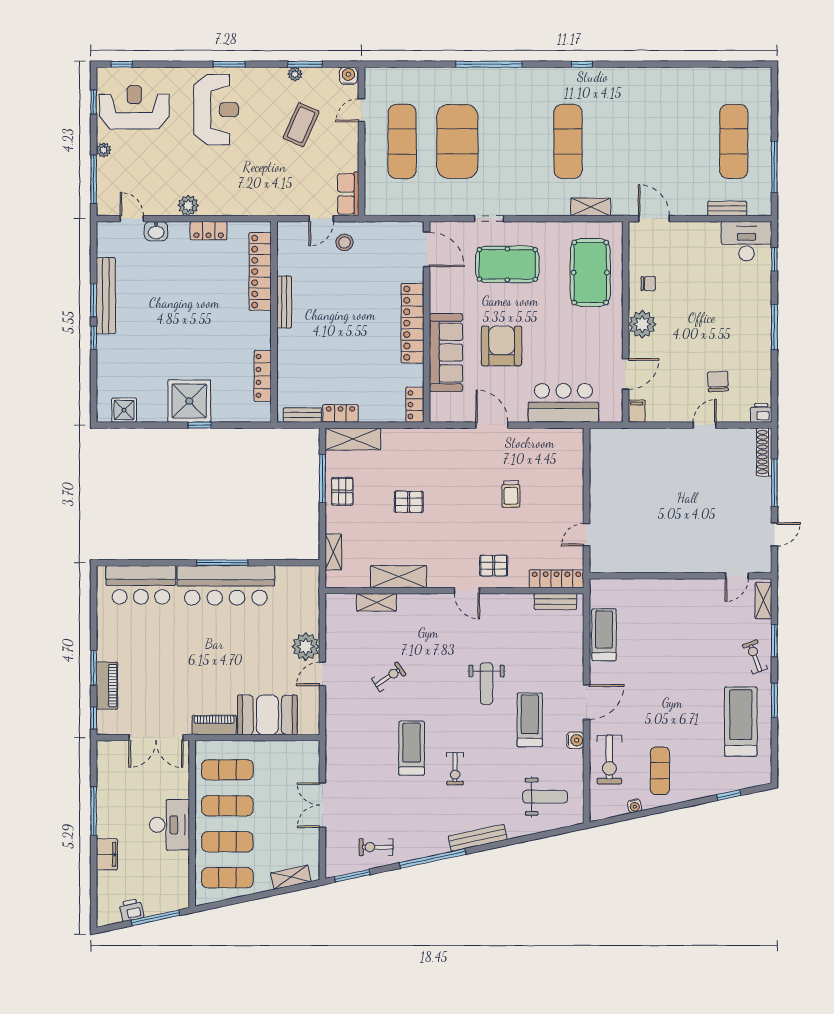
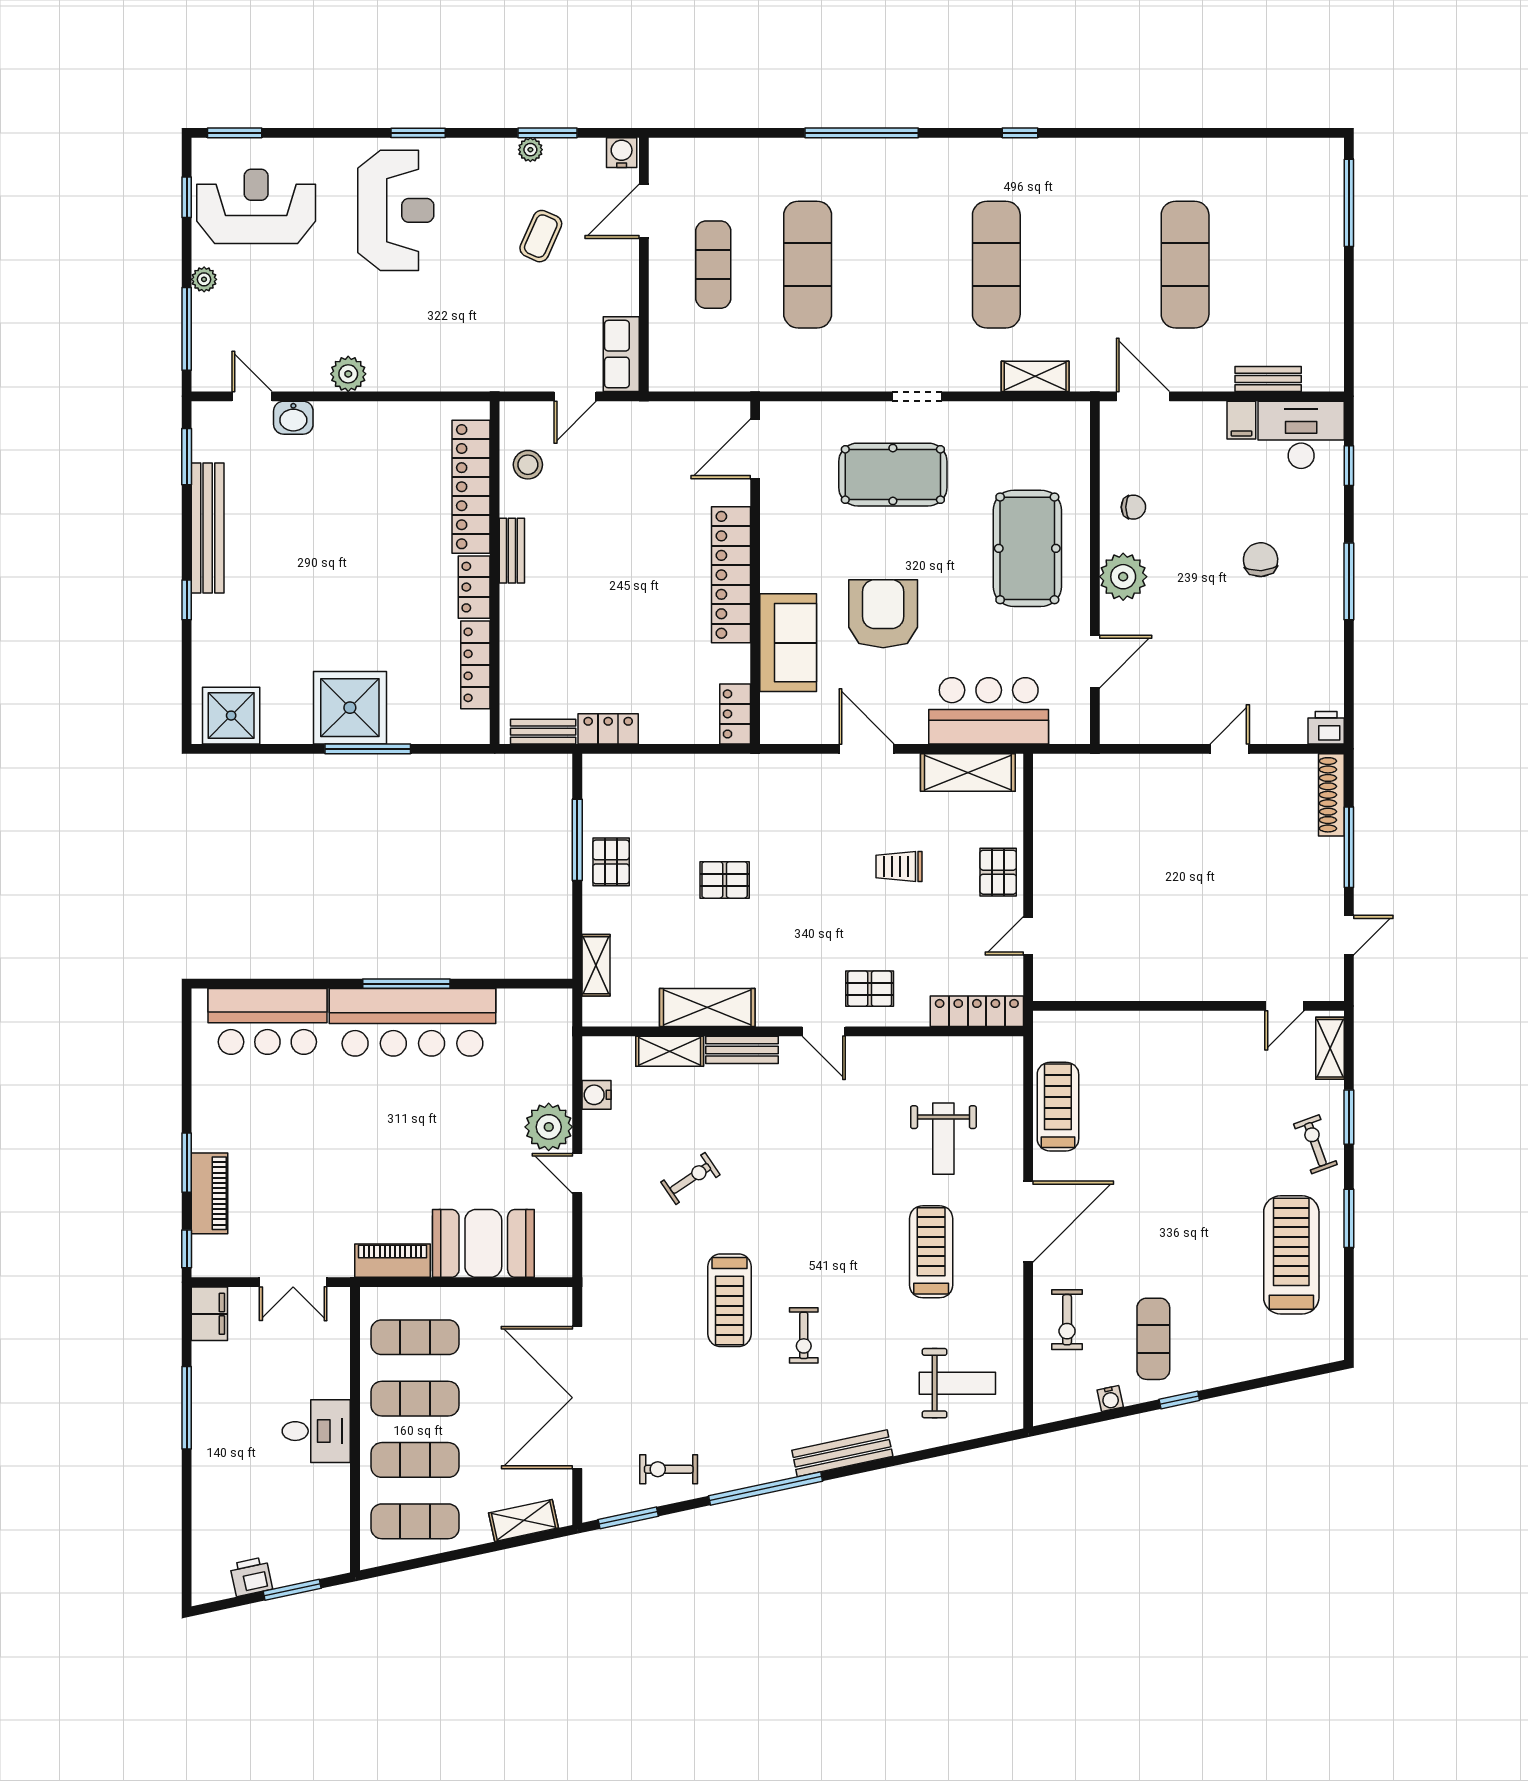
window: (122, 64) -> (235, 133), width x1.50
door: (361, 110) -> (644, 211), width x1.37
coffee table: (301, 125) -> (541, 236), width x0.73, depth x0.77
exercise mat: (402, 141) -> (713, 265), width x0.73, depth x0.69
exercise mat: (457, 141) -> (808, 265), width x0.68
exercise mat: (734, 141) -> (1185, 265), moved
window: (774, 167) -> (1349, 203), moved
doorway: (489, 219) -> (917, 396), moved
locker: (209, 231) -> (474, 587), moved, turned 90
stool: (344, 242) -> (528, 465), moved
door: (427, 249) -> (755, 449), swing flipped
pool table: (590, 273) -> (1027, 548), moved
window: (94, 300) -> (187, 457), moved
bench: (284, 302) -> (512, 551), width x0.73
sofa: (446, 353) -> (788, 643), width x0.73
chair: (718, 382) -> (1261, 560), moved
shower: (124, 410) -> (231, 716), width x1.36, depth x1.36
filing cabinet: (637, 411) -> (1241, 420), moved, turned 180
window: (200, 425) -> (368, 749), width x2.17
shelving: (353, 439) -> (968, 772), moved
trolley: (511, 494) -> (899, 867), turned 90
pallet: (569, 497) -> (998, 872), added
bench: (555, 601) -> (742, 1050), moved
door: (322, 674) -> (577, 1173), hinge flipped
weight bench: (486, 684) -> (943, 1139), moved
door: (587, 702) -> (1028, 1222), width x1.36
double door: (156, 738) -> (293, 1282), width x0.73
water cooler: (575, 740) -> (596, 1095), moved, turned 180
treadmill: (412, 748) -> (729, 1300), turned 180
exercise bike: (609, 760) -> (1067, 1320), width x0.73, depth x0.72
window: (729, 795) -> (1179, 1400), moved
double door: (322, 805) -> (577, 1398), width x1.87
desk: (169, 825) -> (316, 1431), width x0.73
filing cabinet: (107, 854) -> (209, 1314), moved
window: (155, 918) -> (292, 1590), width x0.69

